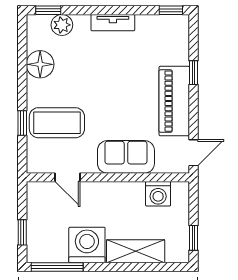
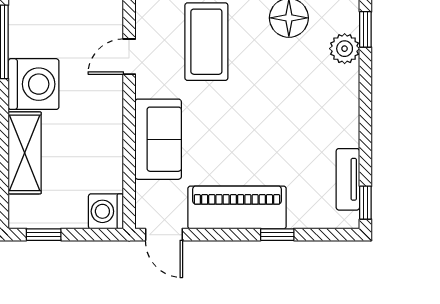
tv unit: (113, 23) -> (348, 179), moved
washing machine: (158, 194) -> (106, 211), moved

